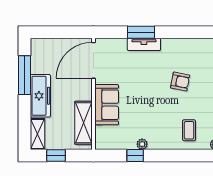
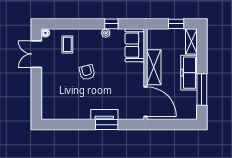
door: (93, 60) -> (145, 102), hinge flipped
armchair: (180, 81) -> (87, 72), moved, turned 65
sofa: (107, 105) -> (135, 45), moved
shelving: (83, 123) -> (154, 67), moved

